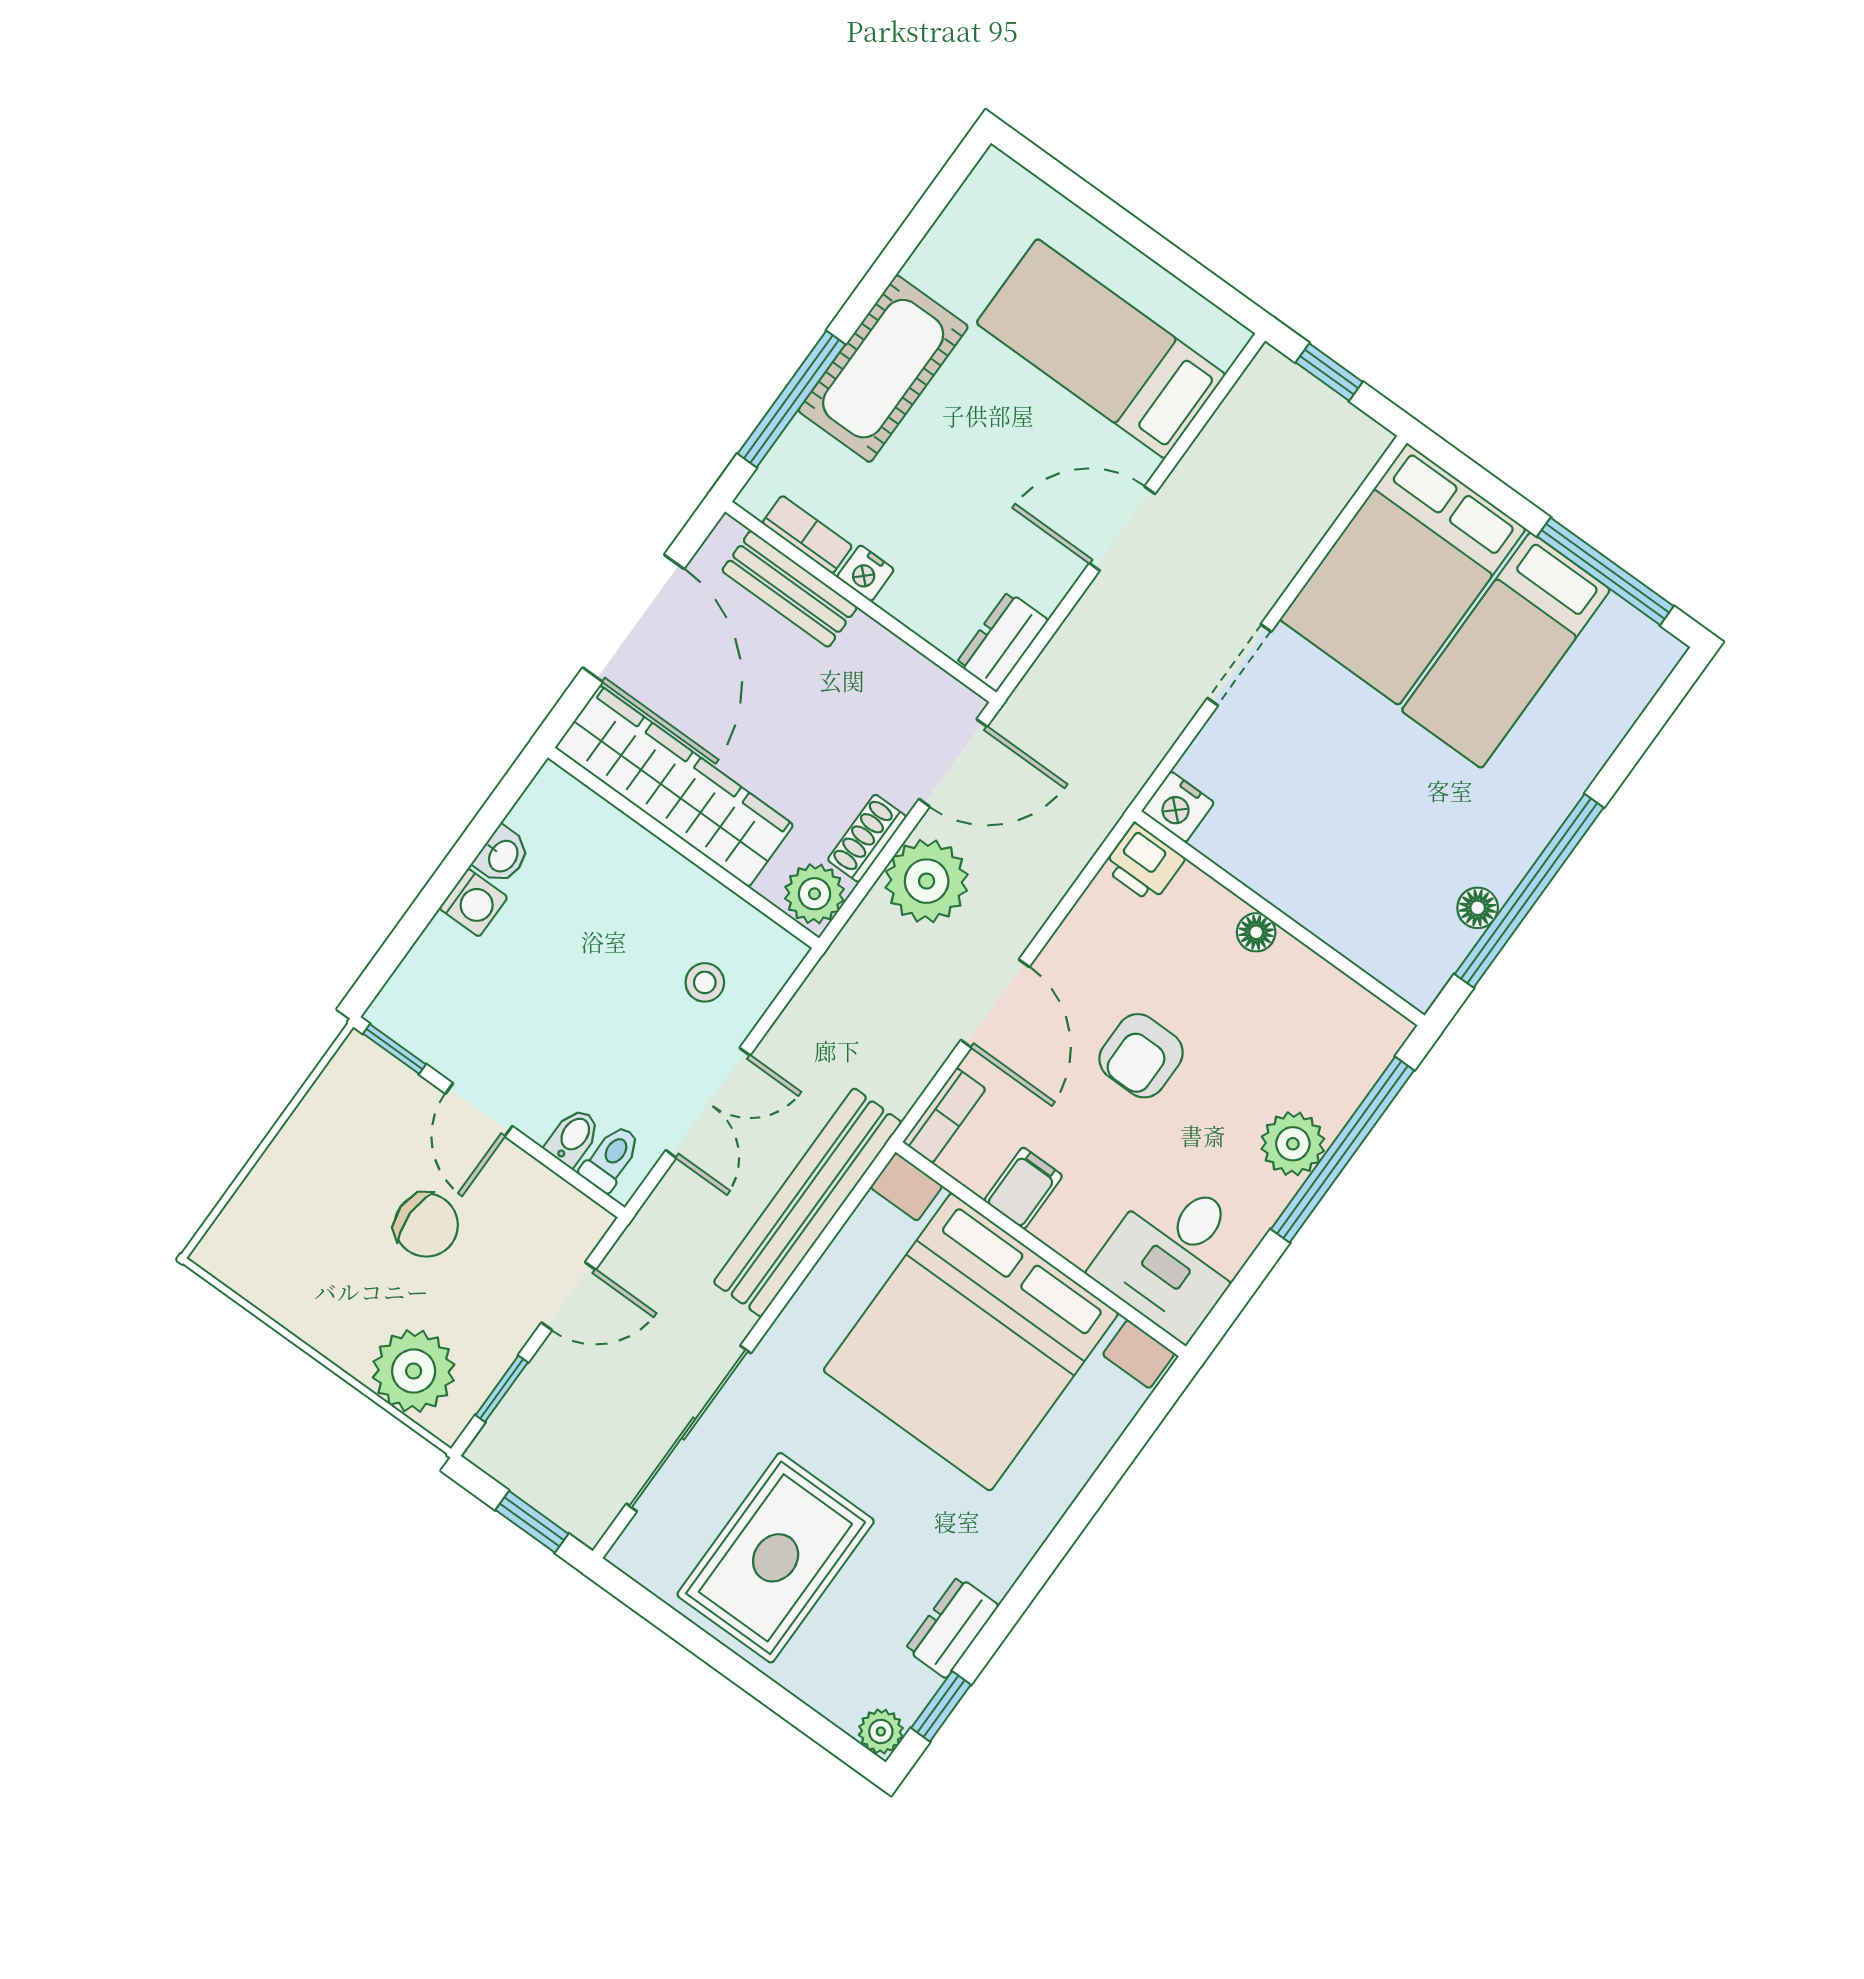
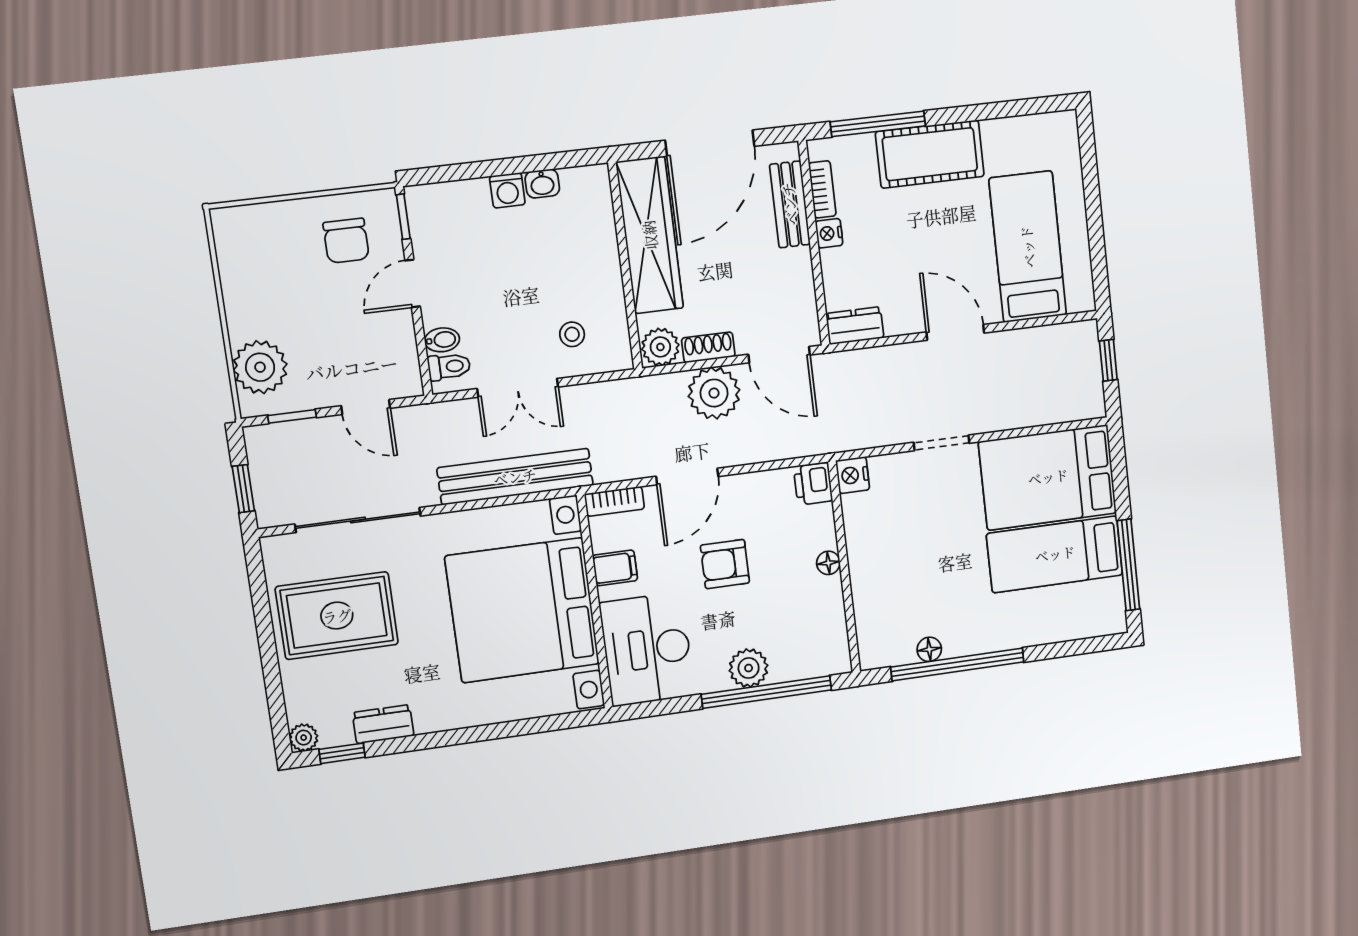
chair: (426, 1225) -> (346, 241), moved
desk: (1175, 1255) -> (647, 649), width x1.37

